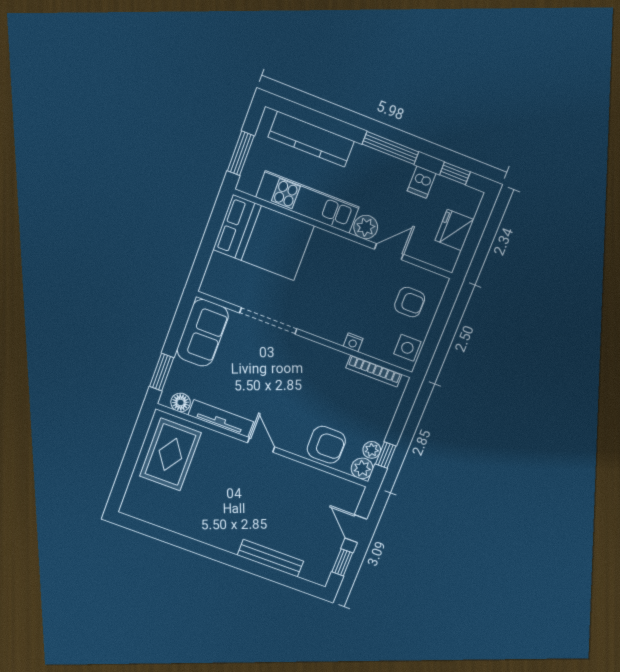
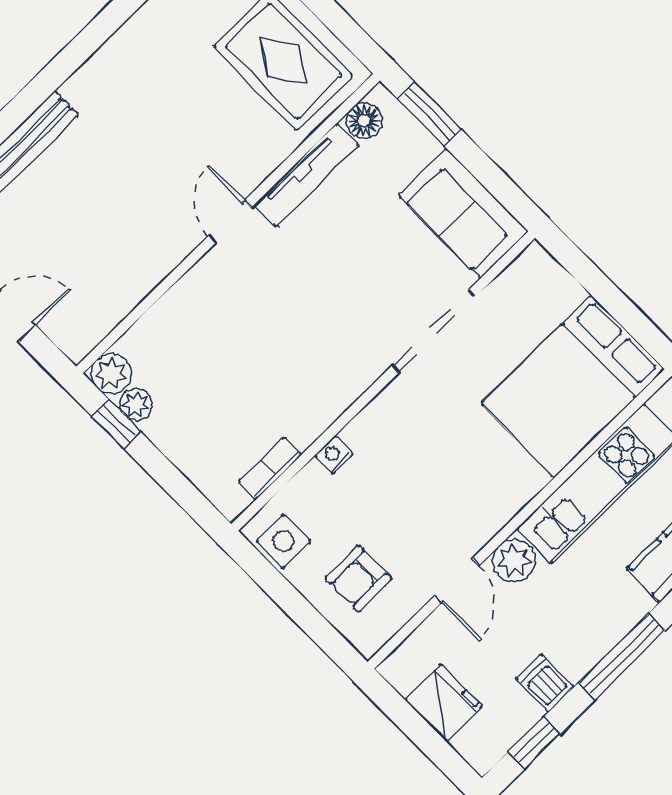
bookcase: (374, 371) -> (270, 468), width x0.64
door: (261, 445) -> (230, 222), swing flipped
armchair: (326, 445) -> (180, 332), removed

